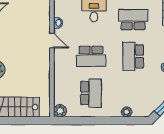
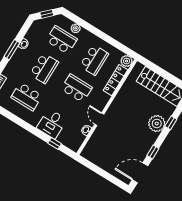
locker: (59, 87) -> (115, 80), added
school desk: (91, 93) -> (94, 60), turned 180
school desk: (133, 93) -> (62, 40), added

